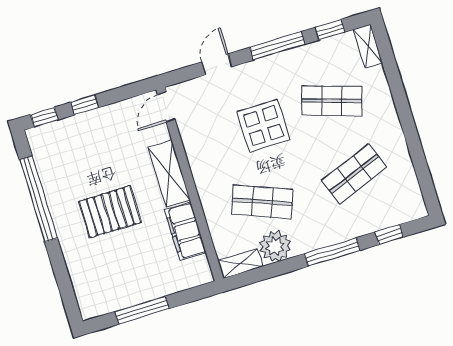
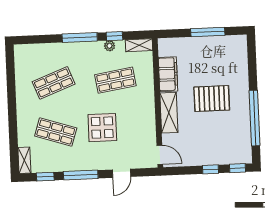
door: (166, 107) -> (160, 155), hinge flipped
shop shelf: (262, 202) -> (115, 80), turned -30
window: (389, 235) -> (114, 36), moved
plant: (275, 246) -> (110, 46), width x0.53, depth x0.53

